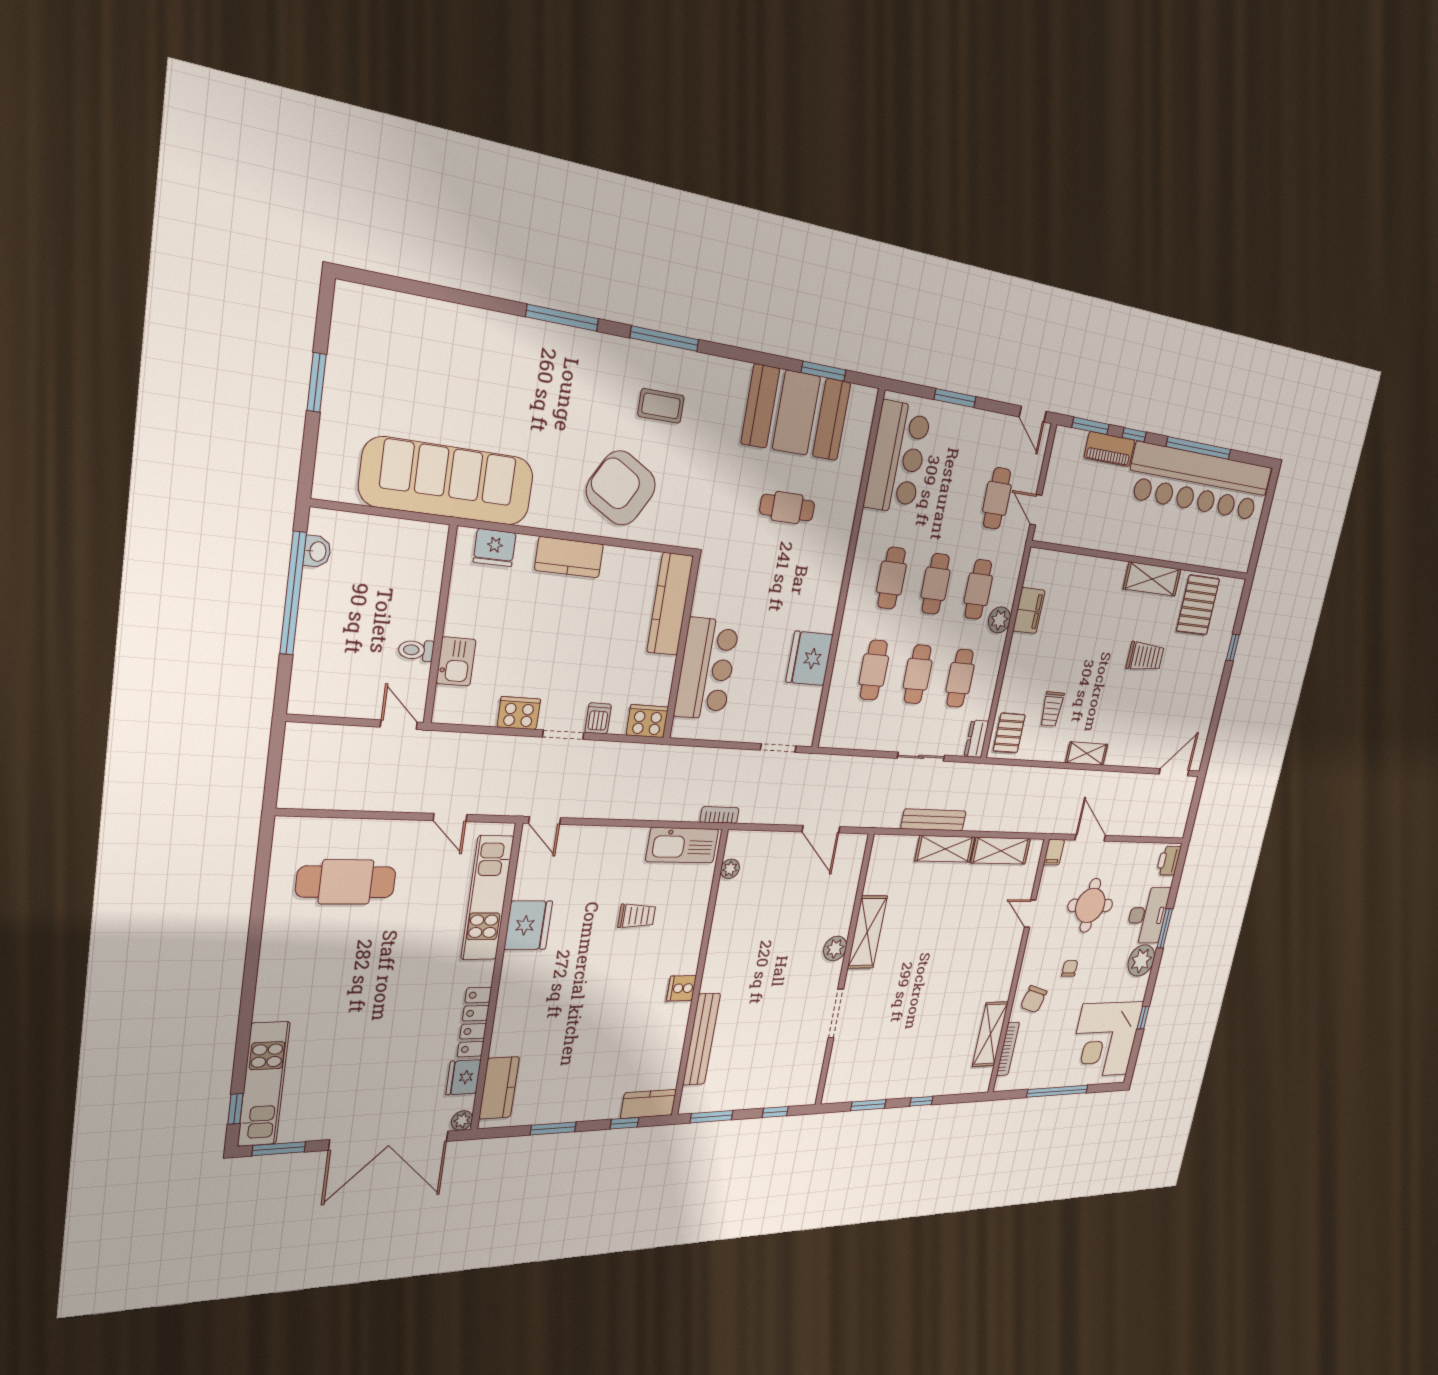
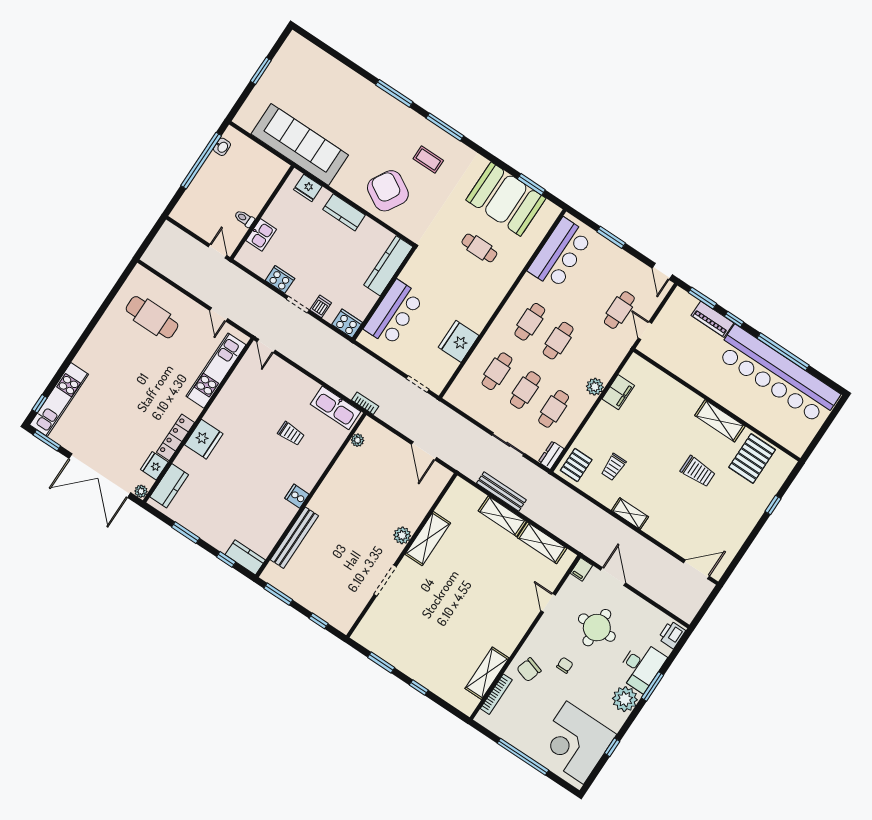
cafe table: (978, 589) -> (586, 359), removed
fridge: (528, 925) -> (204, 439), moved

